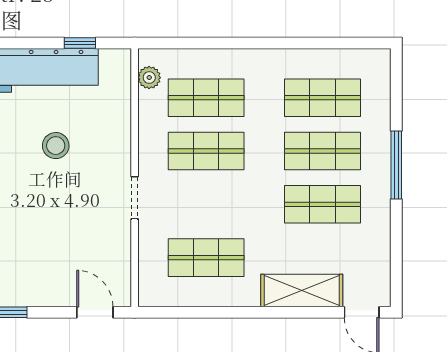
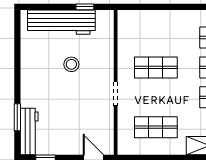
plant: (149, 78) -> (124, 26), removed
shop shelf: (206, 98) -> (156, 37), removed

